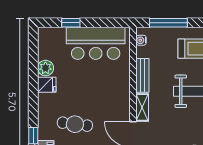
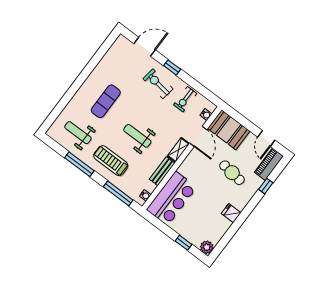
bar counter: (96, 43) -> (172, 198), moved, turned 90
plant: (45, 68) -> (207, 247), moved

